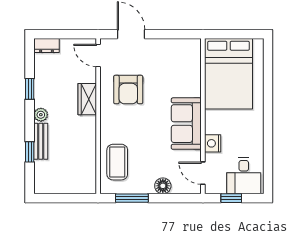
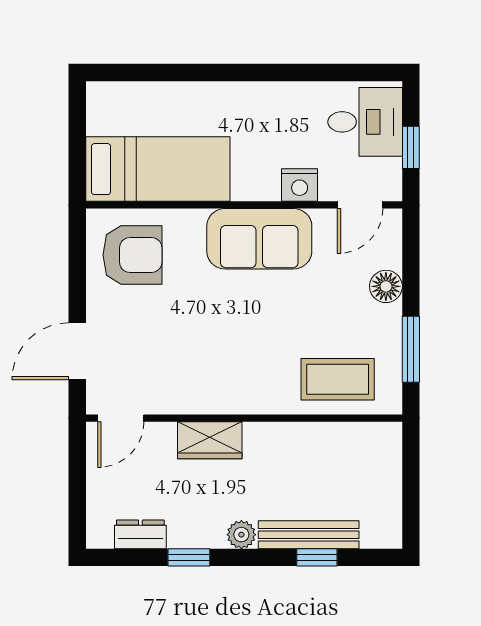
dresser: (47, 45) -> (140, 534), moved, turned -90
bed: (229, 74) -> (158, 169), width x0.67
armchair: (128, 90) -> (133, 255), moved
bench: (41, 141) -> (309, 535), width x1.36

